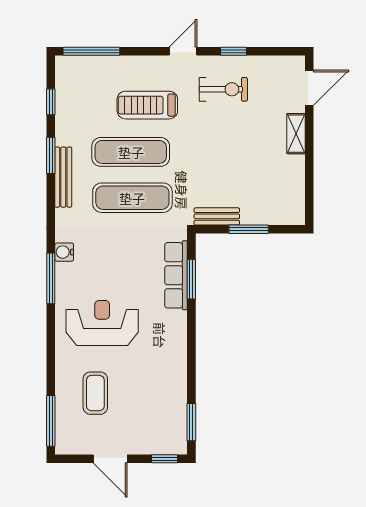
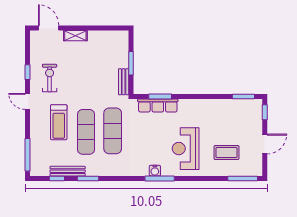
bench: (63, 177) -> (68, 171), moved
water cooler: (64, 252) -> (155, 171), moved

